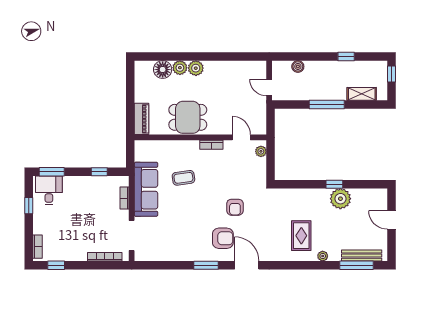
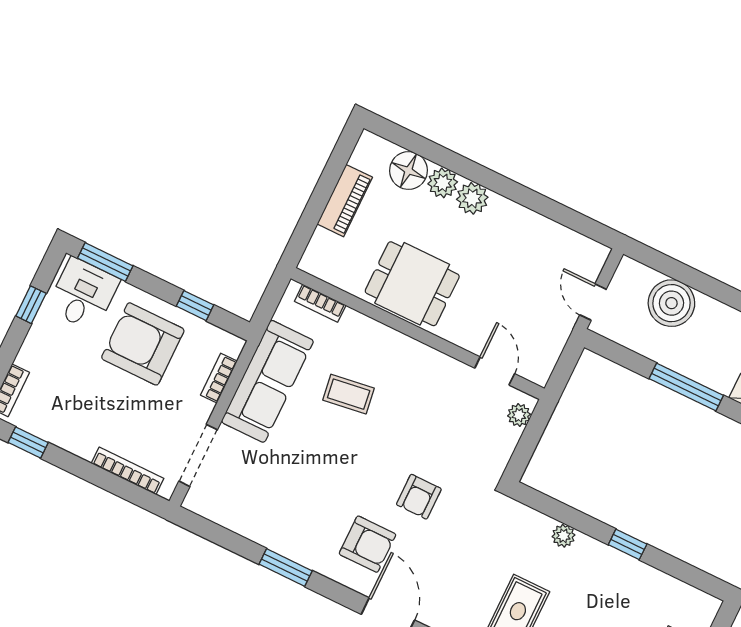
boiler: (298, 66) -> (671, 303), width x1.86, depth x1.86
piano: (142, 119) -> (345, 201), moved
bookcase: (211, 145) -> (320, 303), moved
armchair: (85, 199) -> (143, 344), added
plant: (340, 199) -> (563, 536), moved, width x0.53, depth x0.53
window: (206, 265) -> (286, 567), moved

